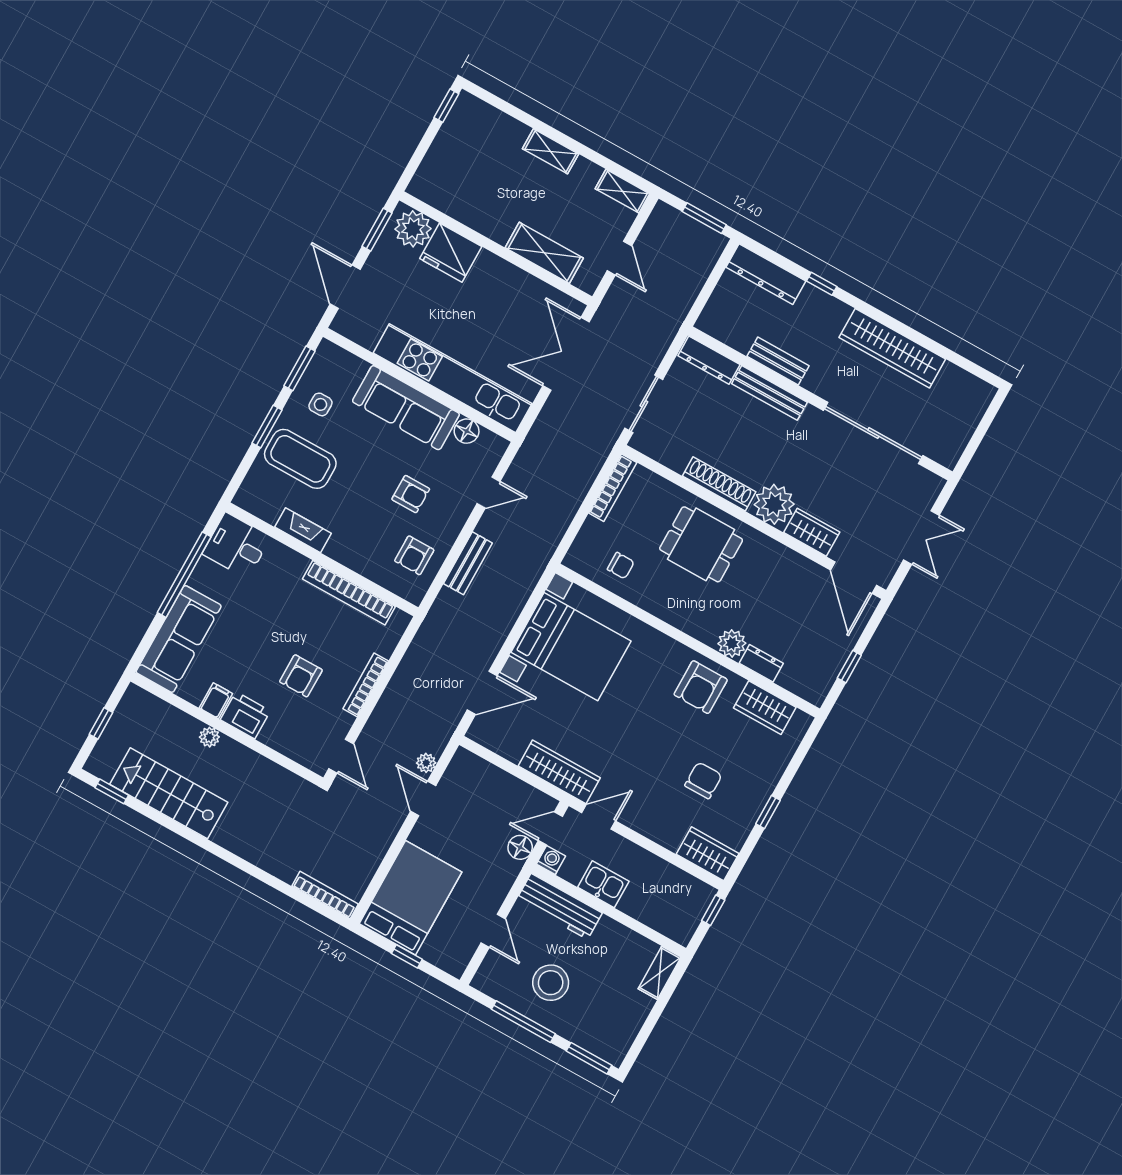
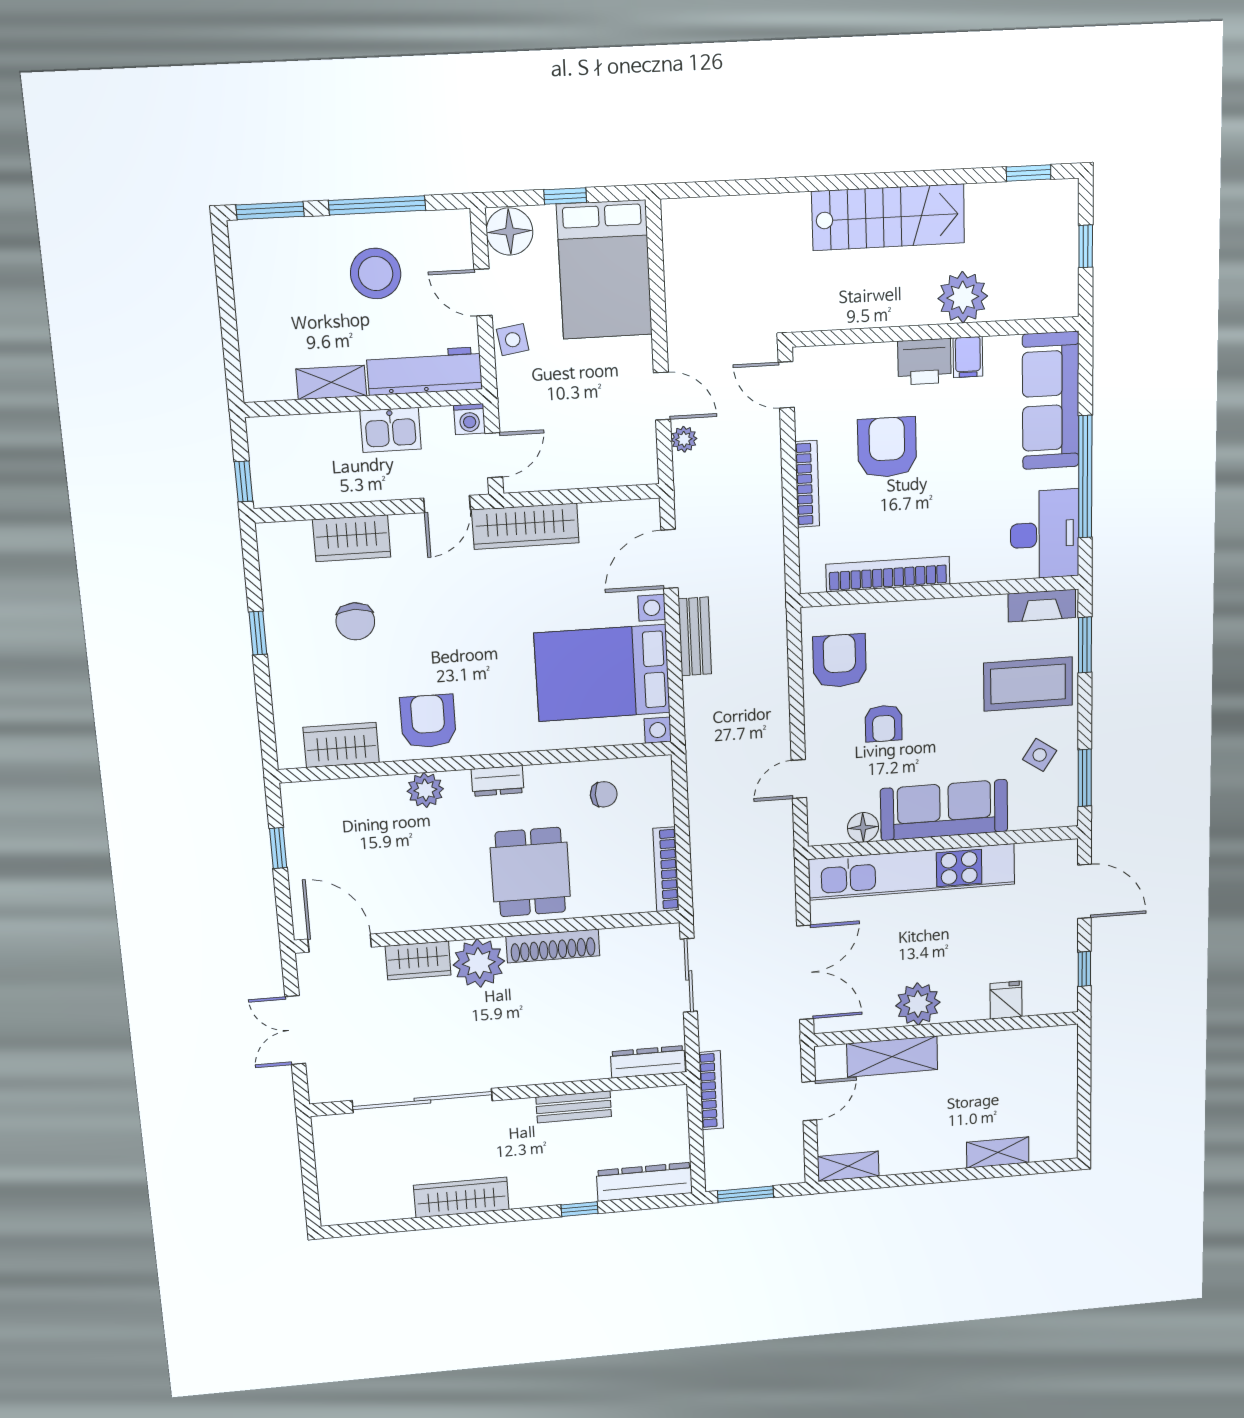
window: (446, 106) -> (1084, 1132), removed
shelving: (551, 151) -> (998, 1152), moved
plant: (413, 229) -> (918, 1004), moved
window: (377, 230) -> (1084, 969), width x0.67
fridge: (451, 253) -> (1006, 1000), width x0.53, depth x0.75
door: (619, 258) -> (809, 1101), swing flipped
wardrobe: (892, 348) -> (461, 1197), width x0.71, depth x0.85
bench: (769, 393) -> (561, 1070), removed
side table: (320, 404) -> (1040, 755), turned 34
window: (267, 426) -> (1085, 645), moved
armchair: (411, 494) -> (884, 723), turned -90
fireplace: (303, 530) -> (1042, 606), moved
dining table: (701, 544) -> (530, 872), turned 90
desk: (236, 546) -> (1045, 534), width x1.37
armchair: (414, 555) -> (840, 661), width x1.38, depth x1.38
bench: (468, 563) -> (695, 636), moved
chair: (621, 566) -> (604, 794), turned 180
dresser: (761, 663) -> (498, 781), moved
armchair: (301, 676) -> (887, 447), width x1.38, depth x1.38
plant: (209, 737) -> (963, 297), width x1.88, depth x1.88
stairs: (169, 793) -> (888, 217), moved
floor lamp: (520, 847) -> (510, 231), moved, width x1.38, depth x1.38
wardrobe: (708, 854) -> (352, 538), moved
side table: (493, 891) -> (513, 340), added
bookcase: (325, 895) -> (711, 1090), moved, turned -90
shelving: (660, 973) -> (331, 382), moved, turned 90

